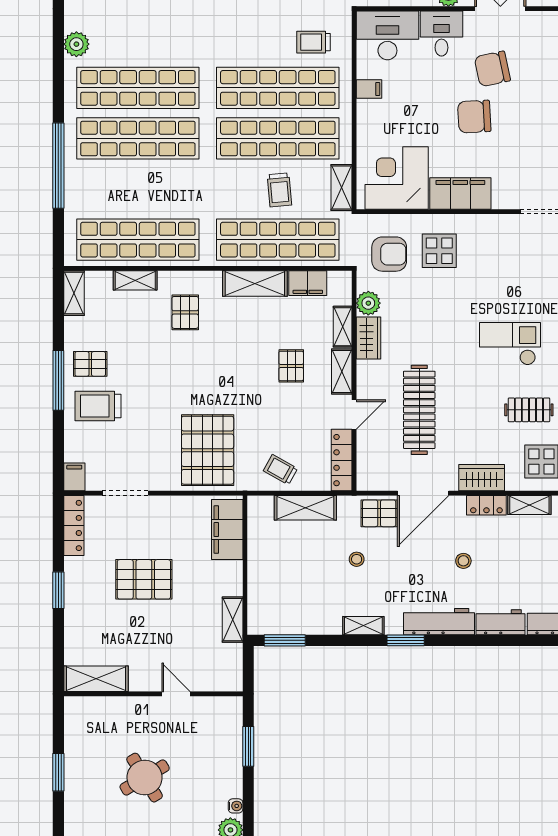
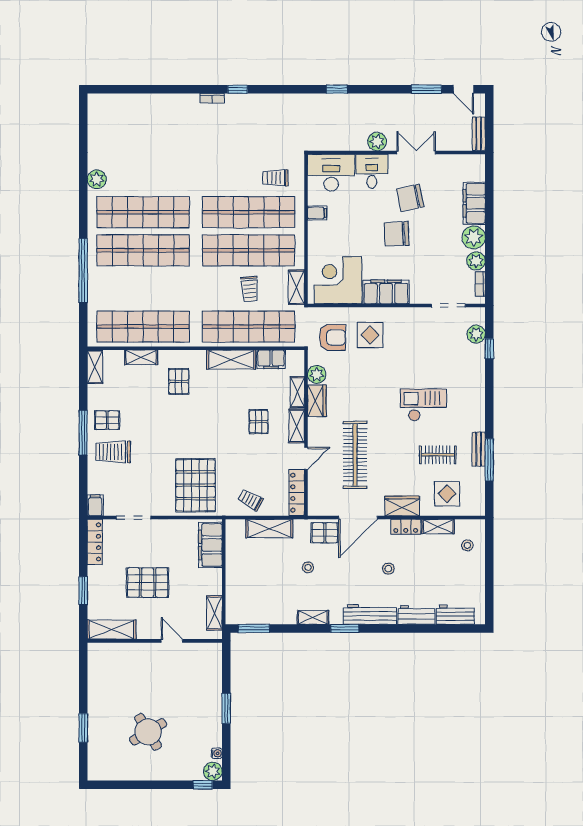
shelving: (96, 679) -> (111, 630), moved
wall: (153, 694) -> (155, 641), moved
door: (176, 694) -> (172, 641), moved

